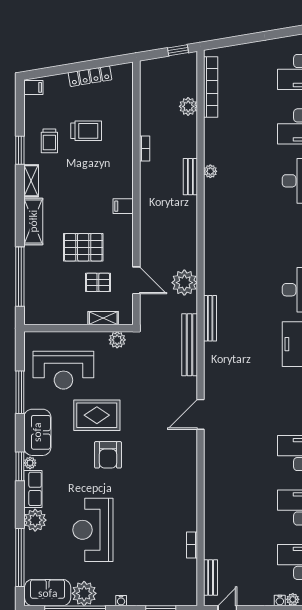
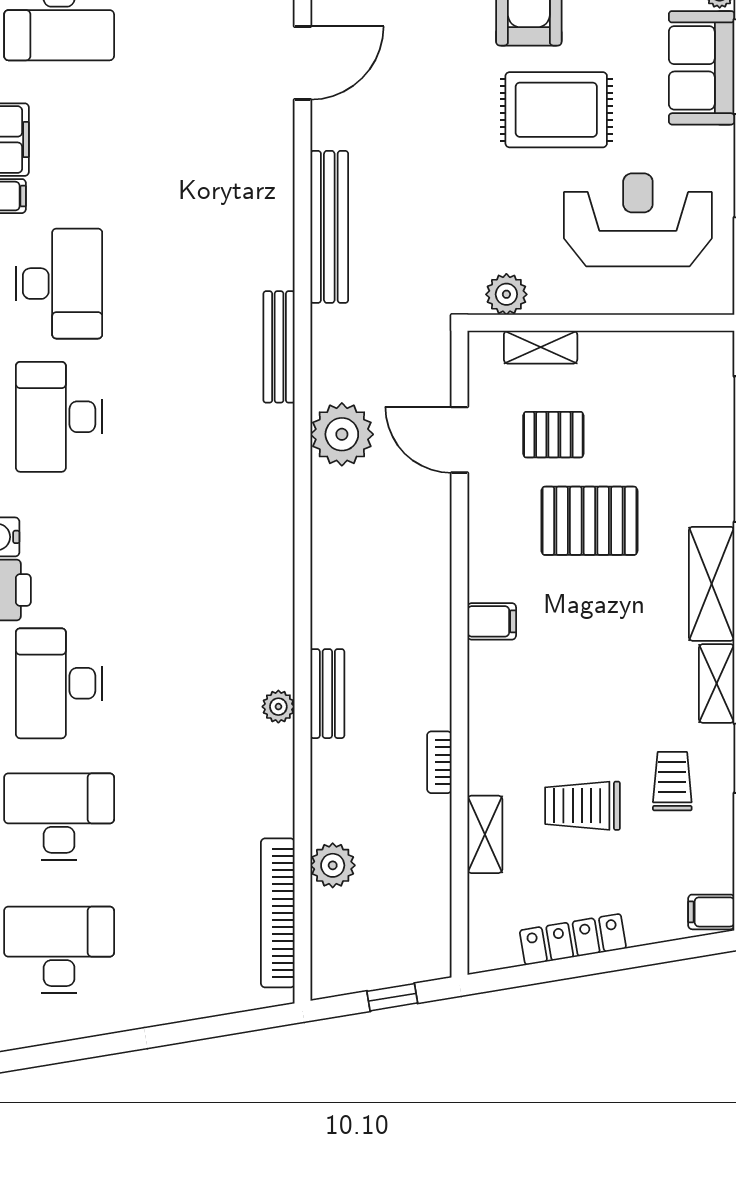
window: (178, 50) -> (392, 997), moved
shelving: (126, 119) -> (485, 834), added
bench: (190, 345) -> (329, 227), moved
door: (201, 414) -> (303, 63), moved

